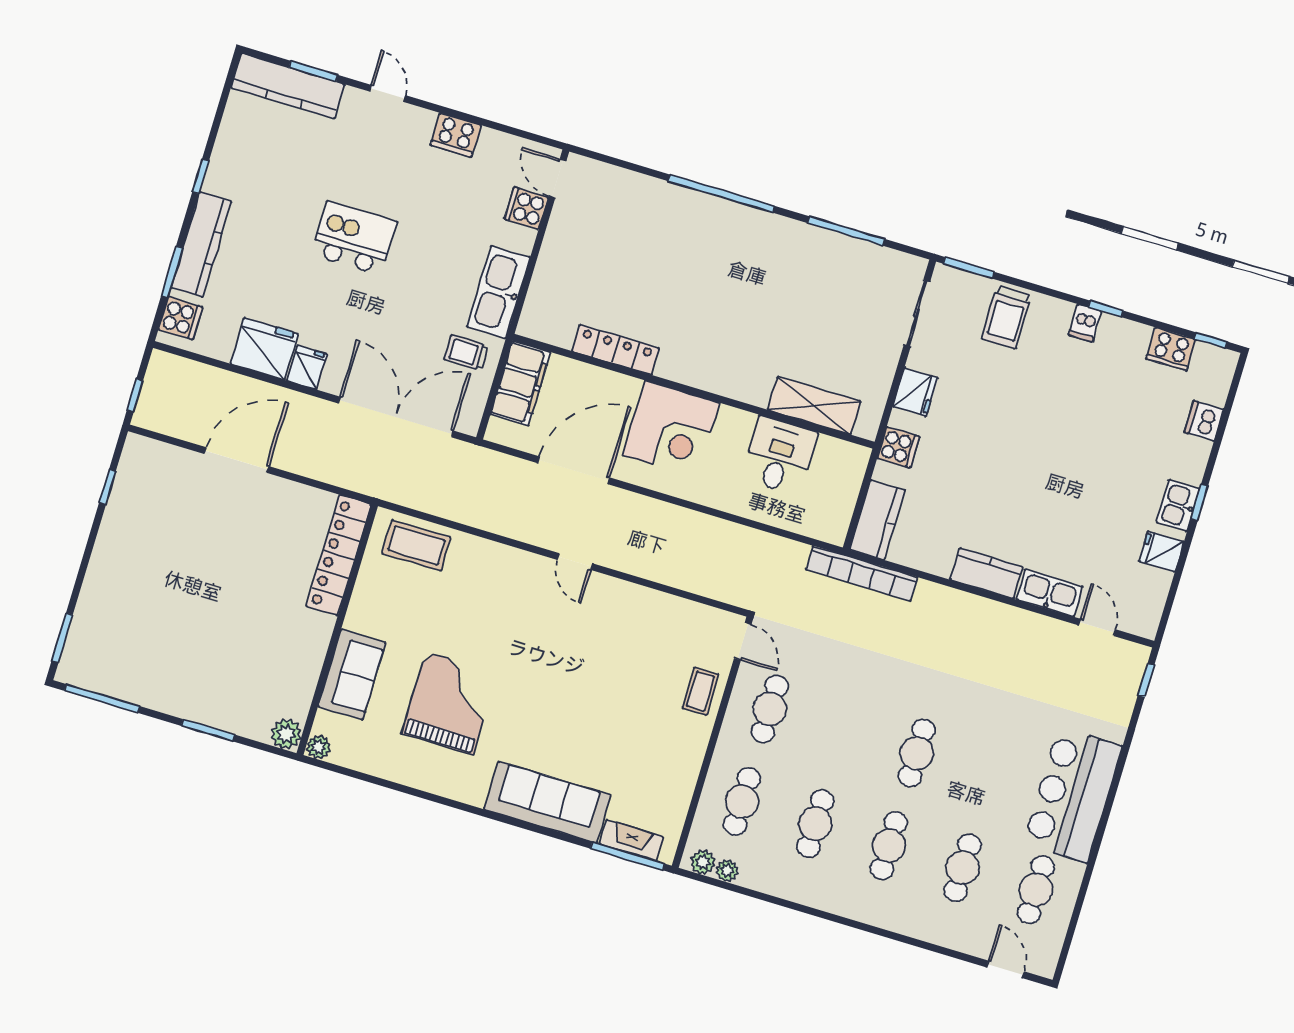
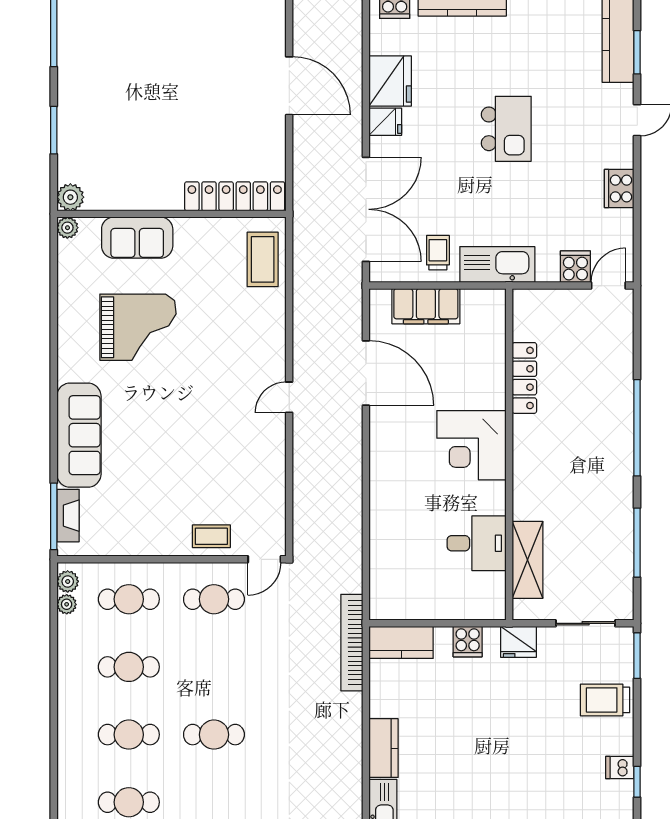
locker: (616, 350) -> (524, 378), moved
wall: (694, 391) -> (509, 454), moved
shelving: (814, 406) -> (528, 560), moved
corner desk: (671, 429) -> (471, 445), moved
desk: (779, 455) -> (477, 543), moved

